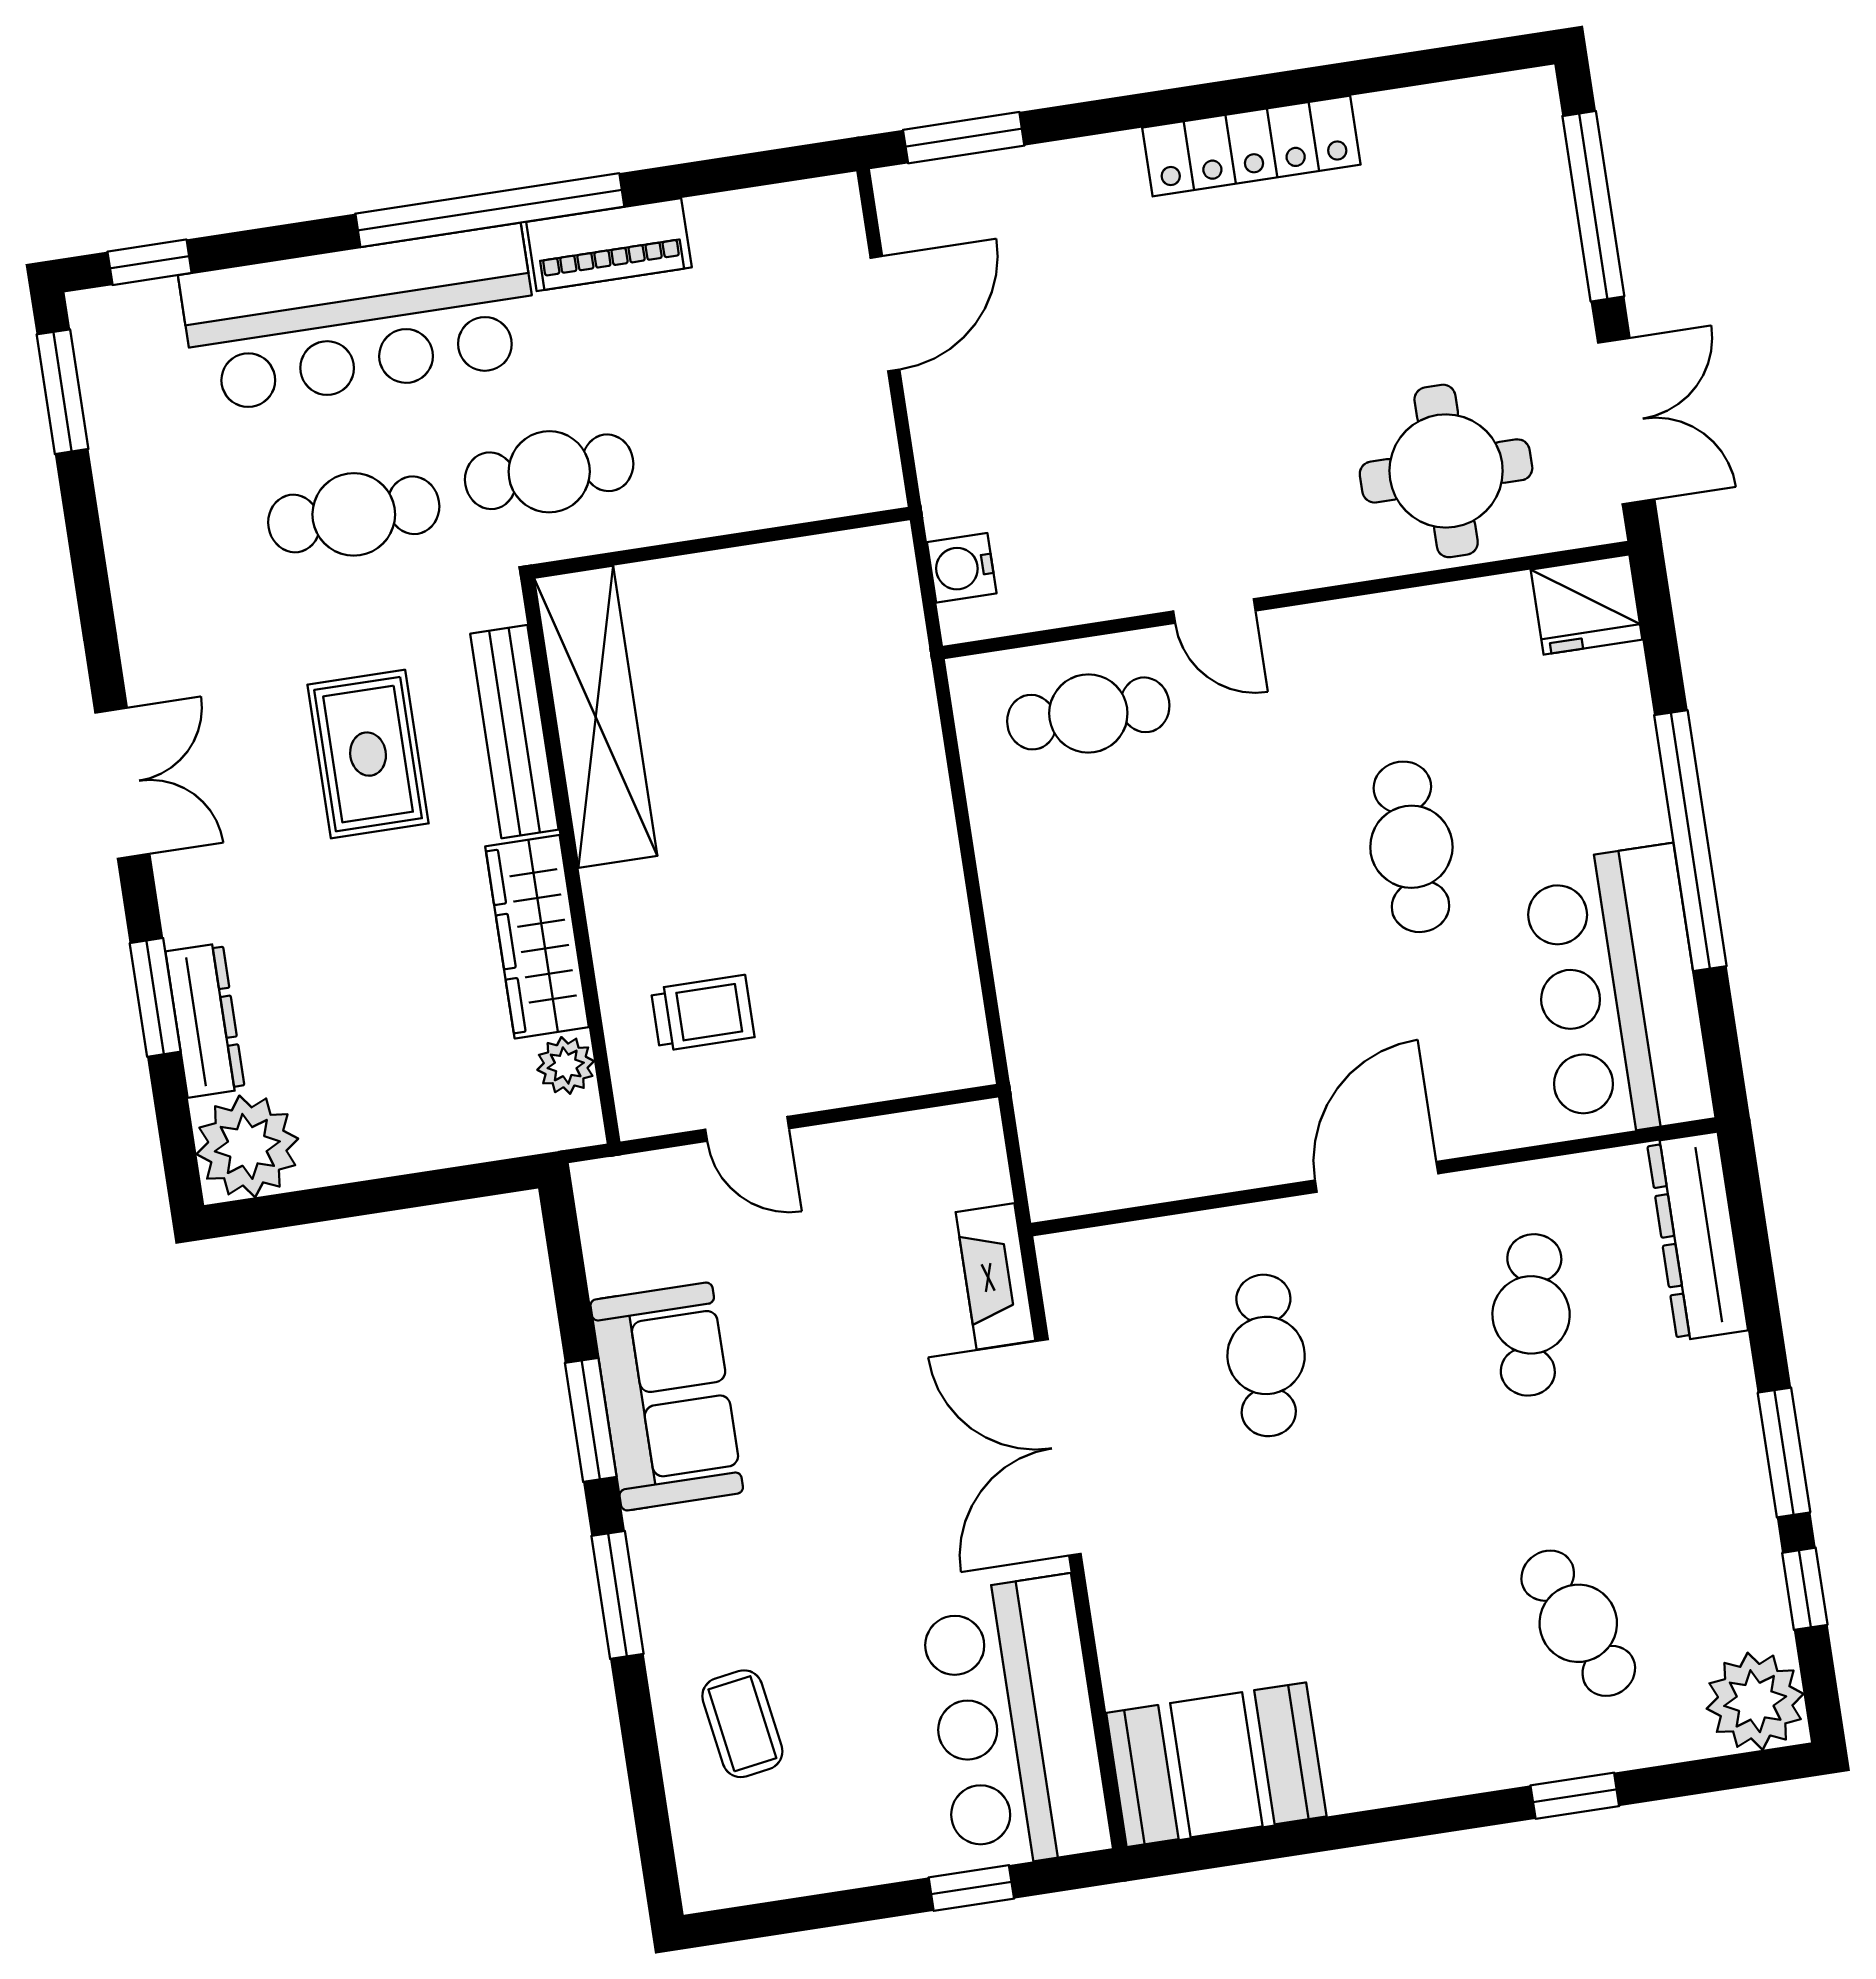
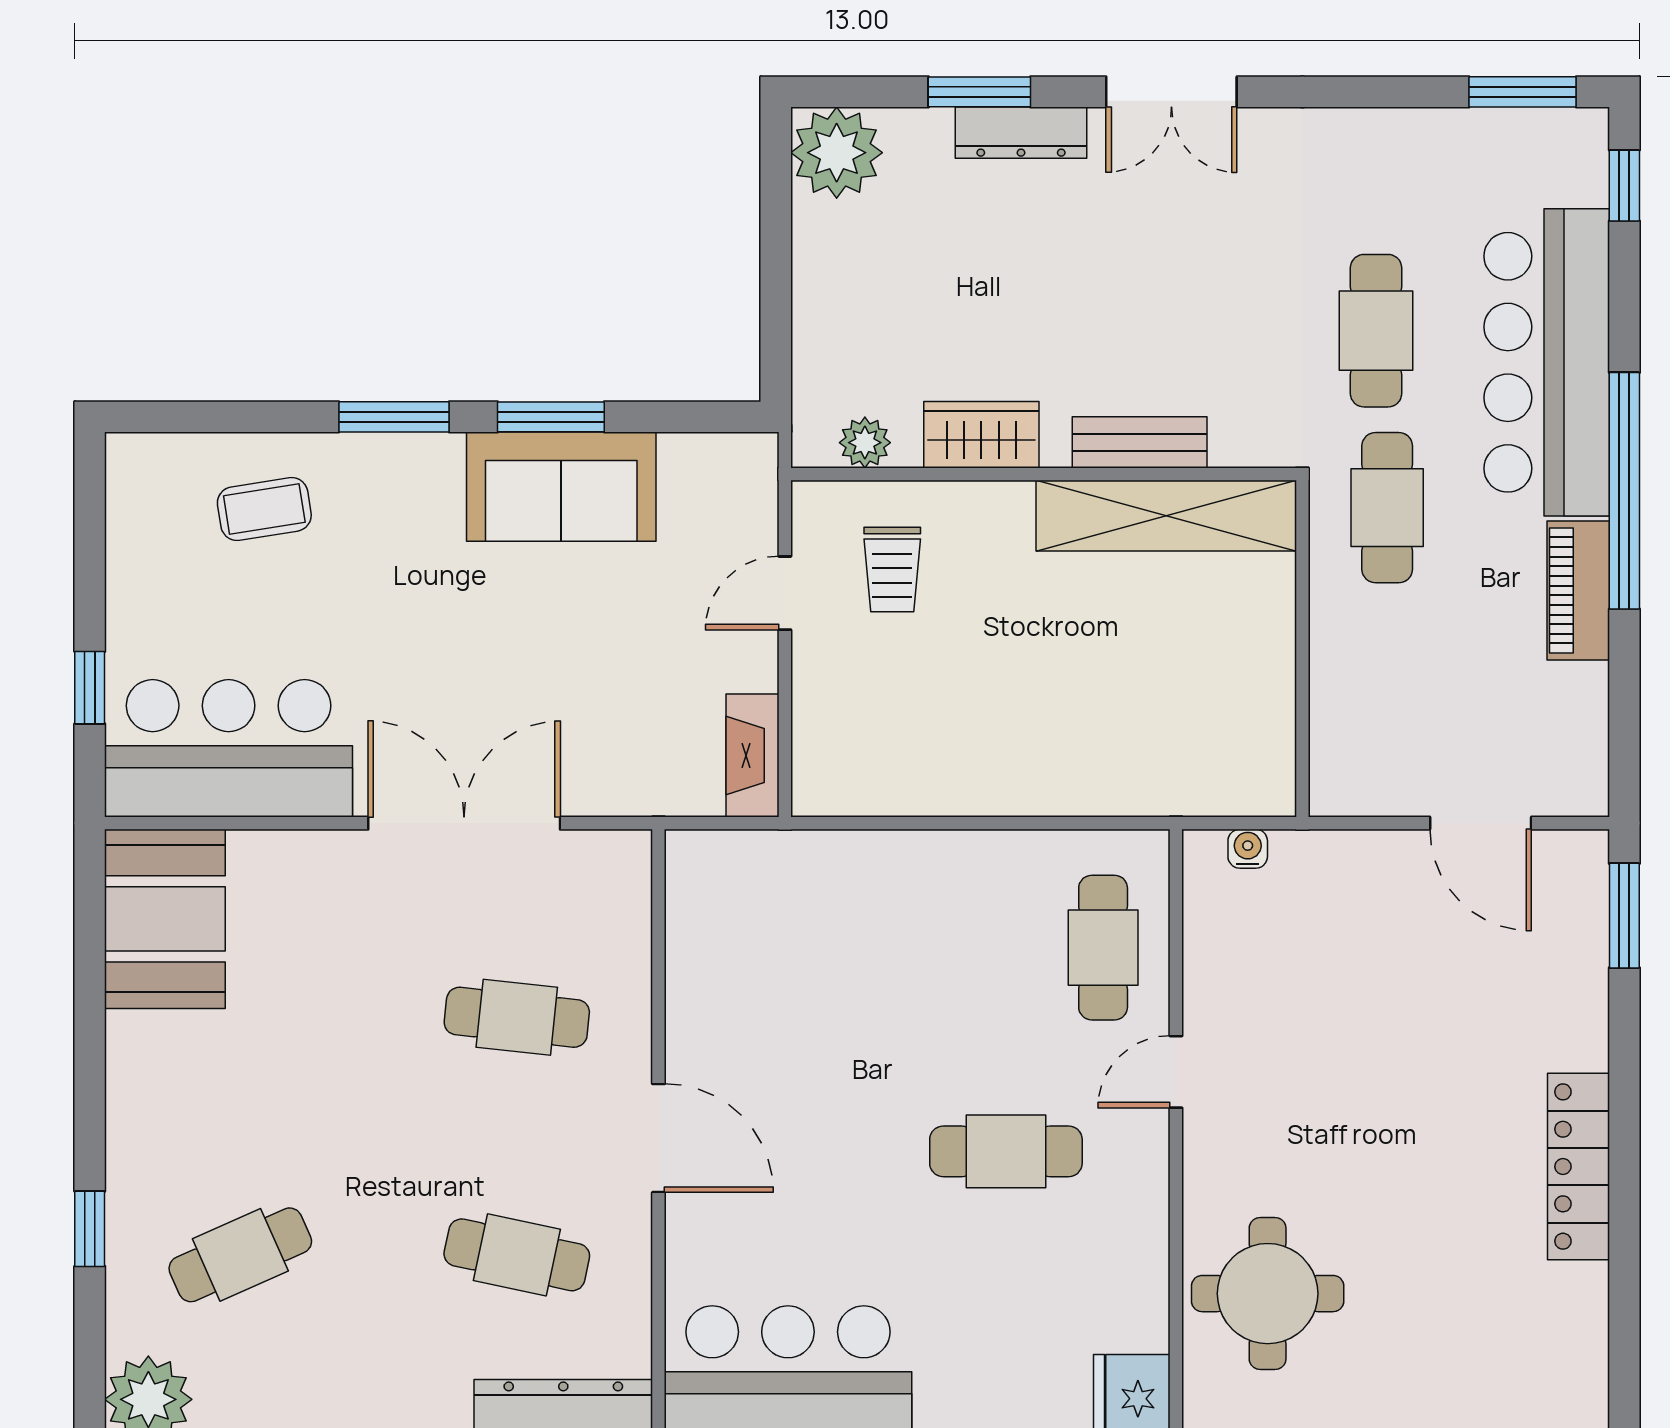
water cooler: (962, 568) -> (1248, 849), width x0.72, depth x0.72
bench: (514, 732) -> (1140, 442), width x0.73
rug: (368, 754) -> (1164, 311), removed
cafe table: (1411, 847) -> (1006, 1151), moved
wardrobe: (537, 937) -> (981, 435), width x0.67
dresser: (205, 1020) -> (1021, 133), moved
fireplace: (995, 1276) -> (752, 755), moved, turned -90

